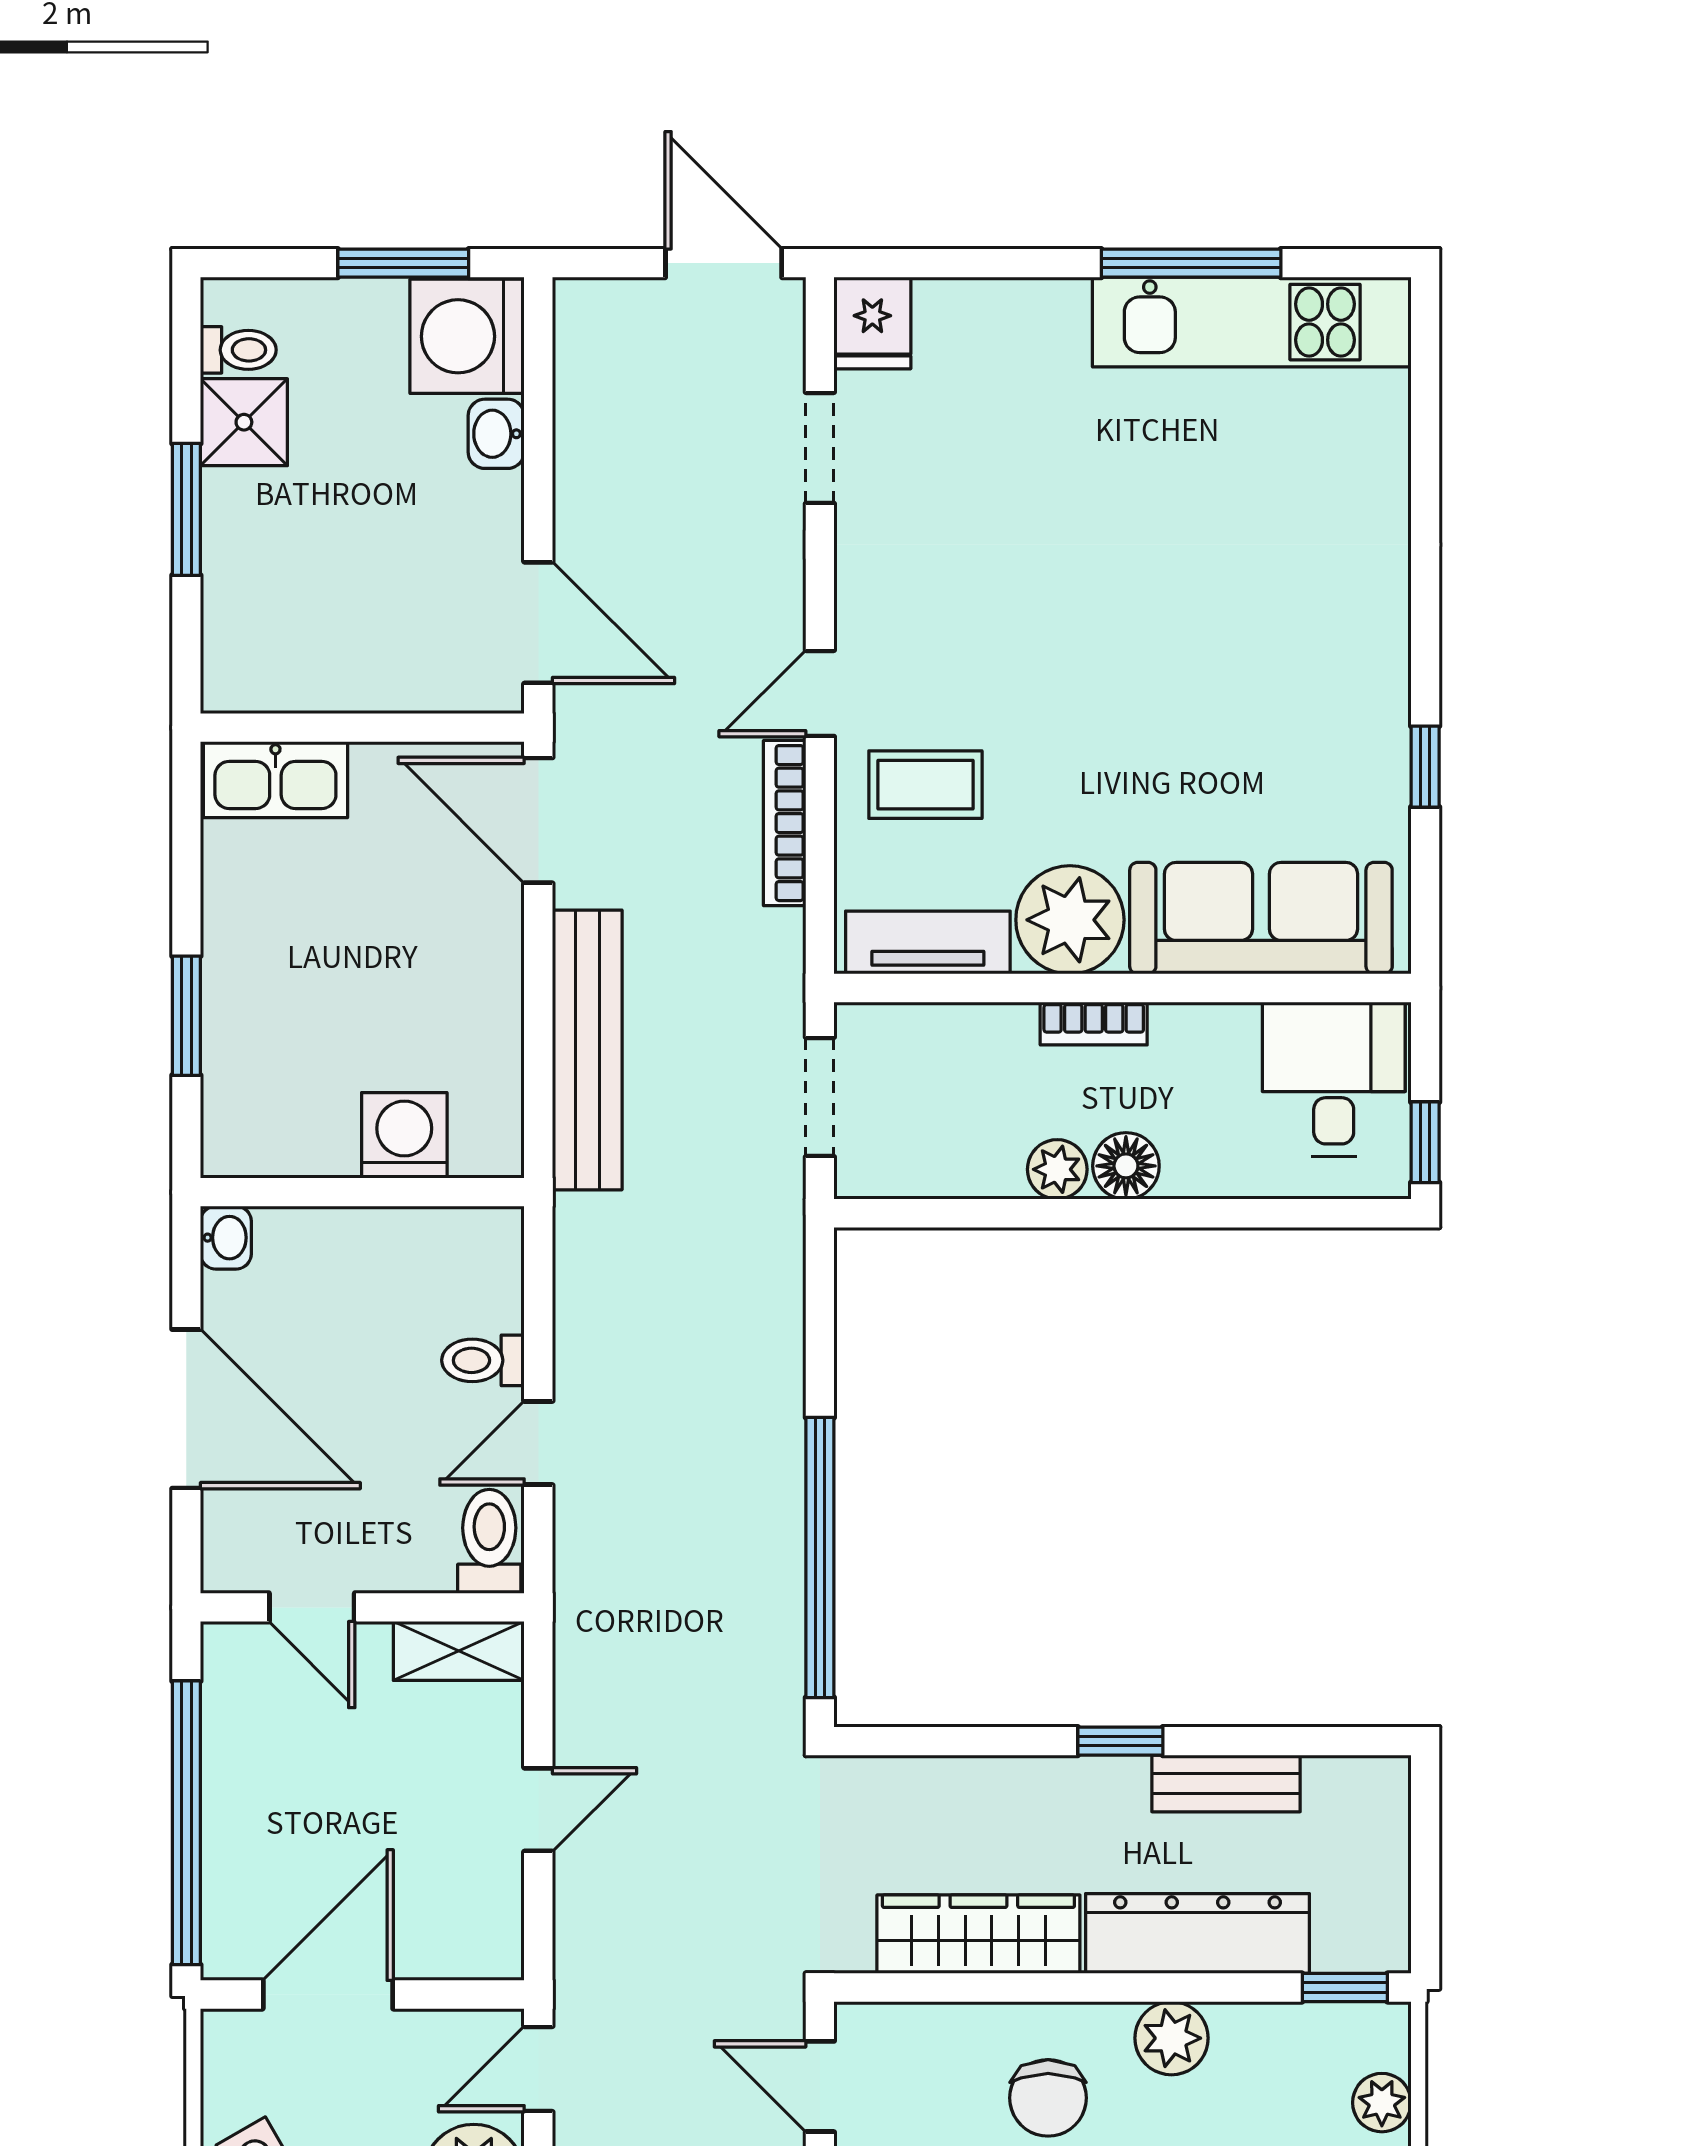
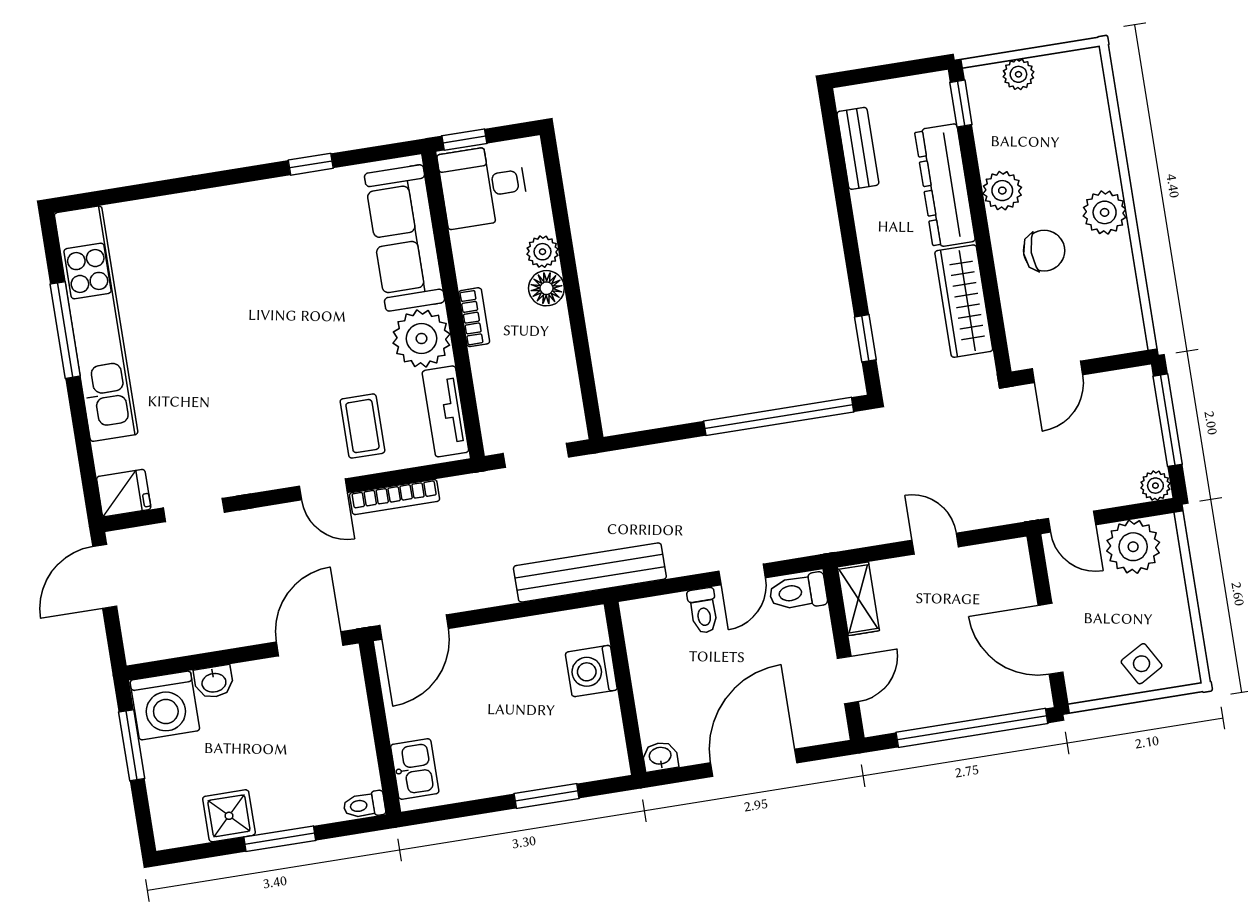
kitchen unit: (1252, 322) -> (96, 324), width x1.36
toilet: (238, 350) -> (364, 805), moved, turned -90
kitchen sink: (275, 780) -> (415, 769), width x0.73
bench: (587, 1050) -> (590, 572), moved
window: (1425, 1142) -> (464, 140), moved
plant: (1057, 1169) -> (542, 252), moved
door: (538, 1443) -> (742, 574), hinge flipped
window: (1120, 1741) -> (865, 338), moved
bench: (1226, 1784) -> (858, 148), moved

